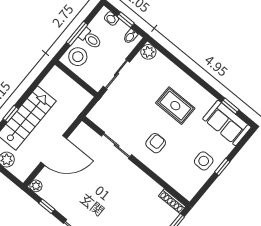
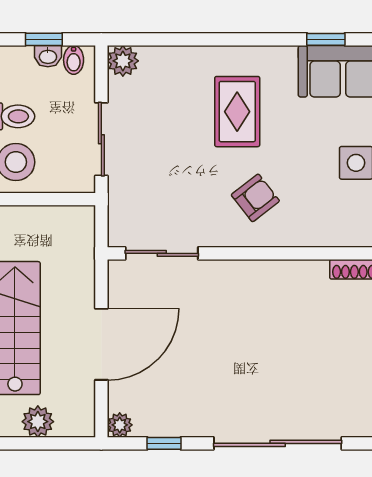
washbasin: (111, 18) -> (48, 56), moved
rug: (175, 106) -> (237, 112), turned 90
armchair: (156, 143) -> (255, 198), turned 52
sliding door: (116, 145) -> (162, 253), moved

